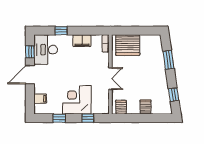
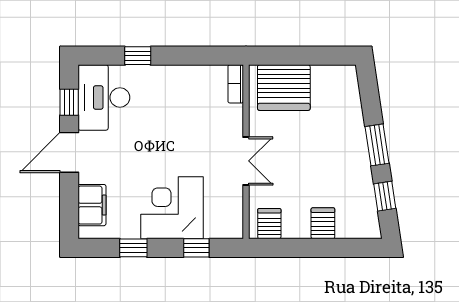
filing cabinet: (82, 41) -> (184, 78), removed
window: (168, 60) -> (377, 145), moved
filing cabinet: (40, 99) -> (92, 205), width x2.00

